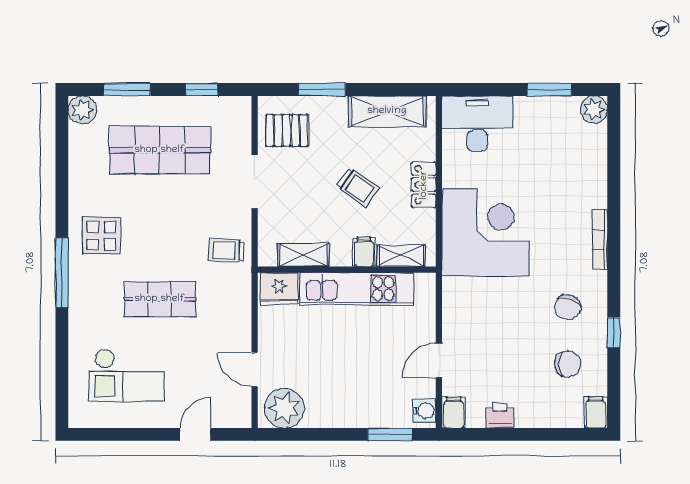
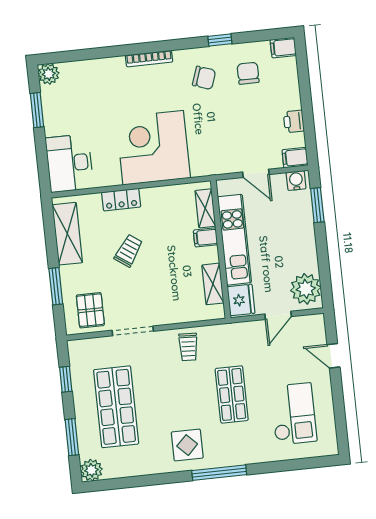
filing cabinet: (364, 252) -> (205, 237), moved
shelving: (303, 255) -> (213, 284), moved
shelving: (401, 256) -> (205, 208), moved
wall: (347, 270) -> (221, 249), moved
fridge: (279, 289) -> (241, 300), moved
kitchen unit: (357, 289) -> (235, 240), moved

